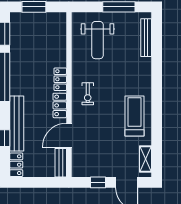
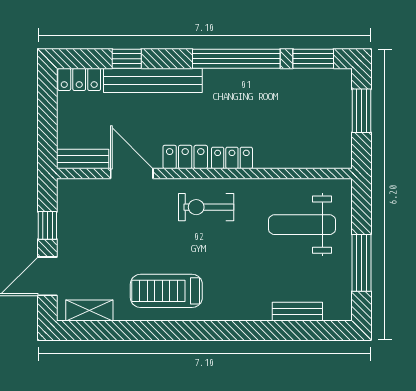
bench: (146, 38) -> (297, 312), width x0.73
exercise bike: (88, 94) -> (206, 207), width x1.38, depth x1.39
treadmill: (135, 116) -> (166, 291), turned 180

